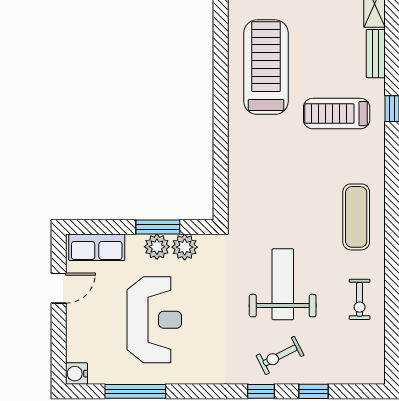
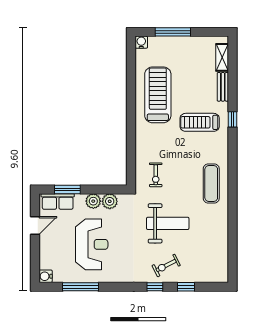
window: (158, 227) -> (67, 189), moved
weight bench: (283, 284) -> (168, 223), turned 90
exercise bike: (360, 299) -> (156, 175), moved

